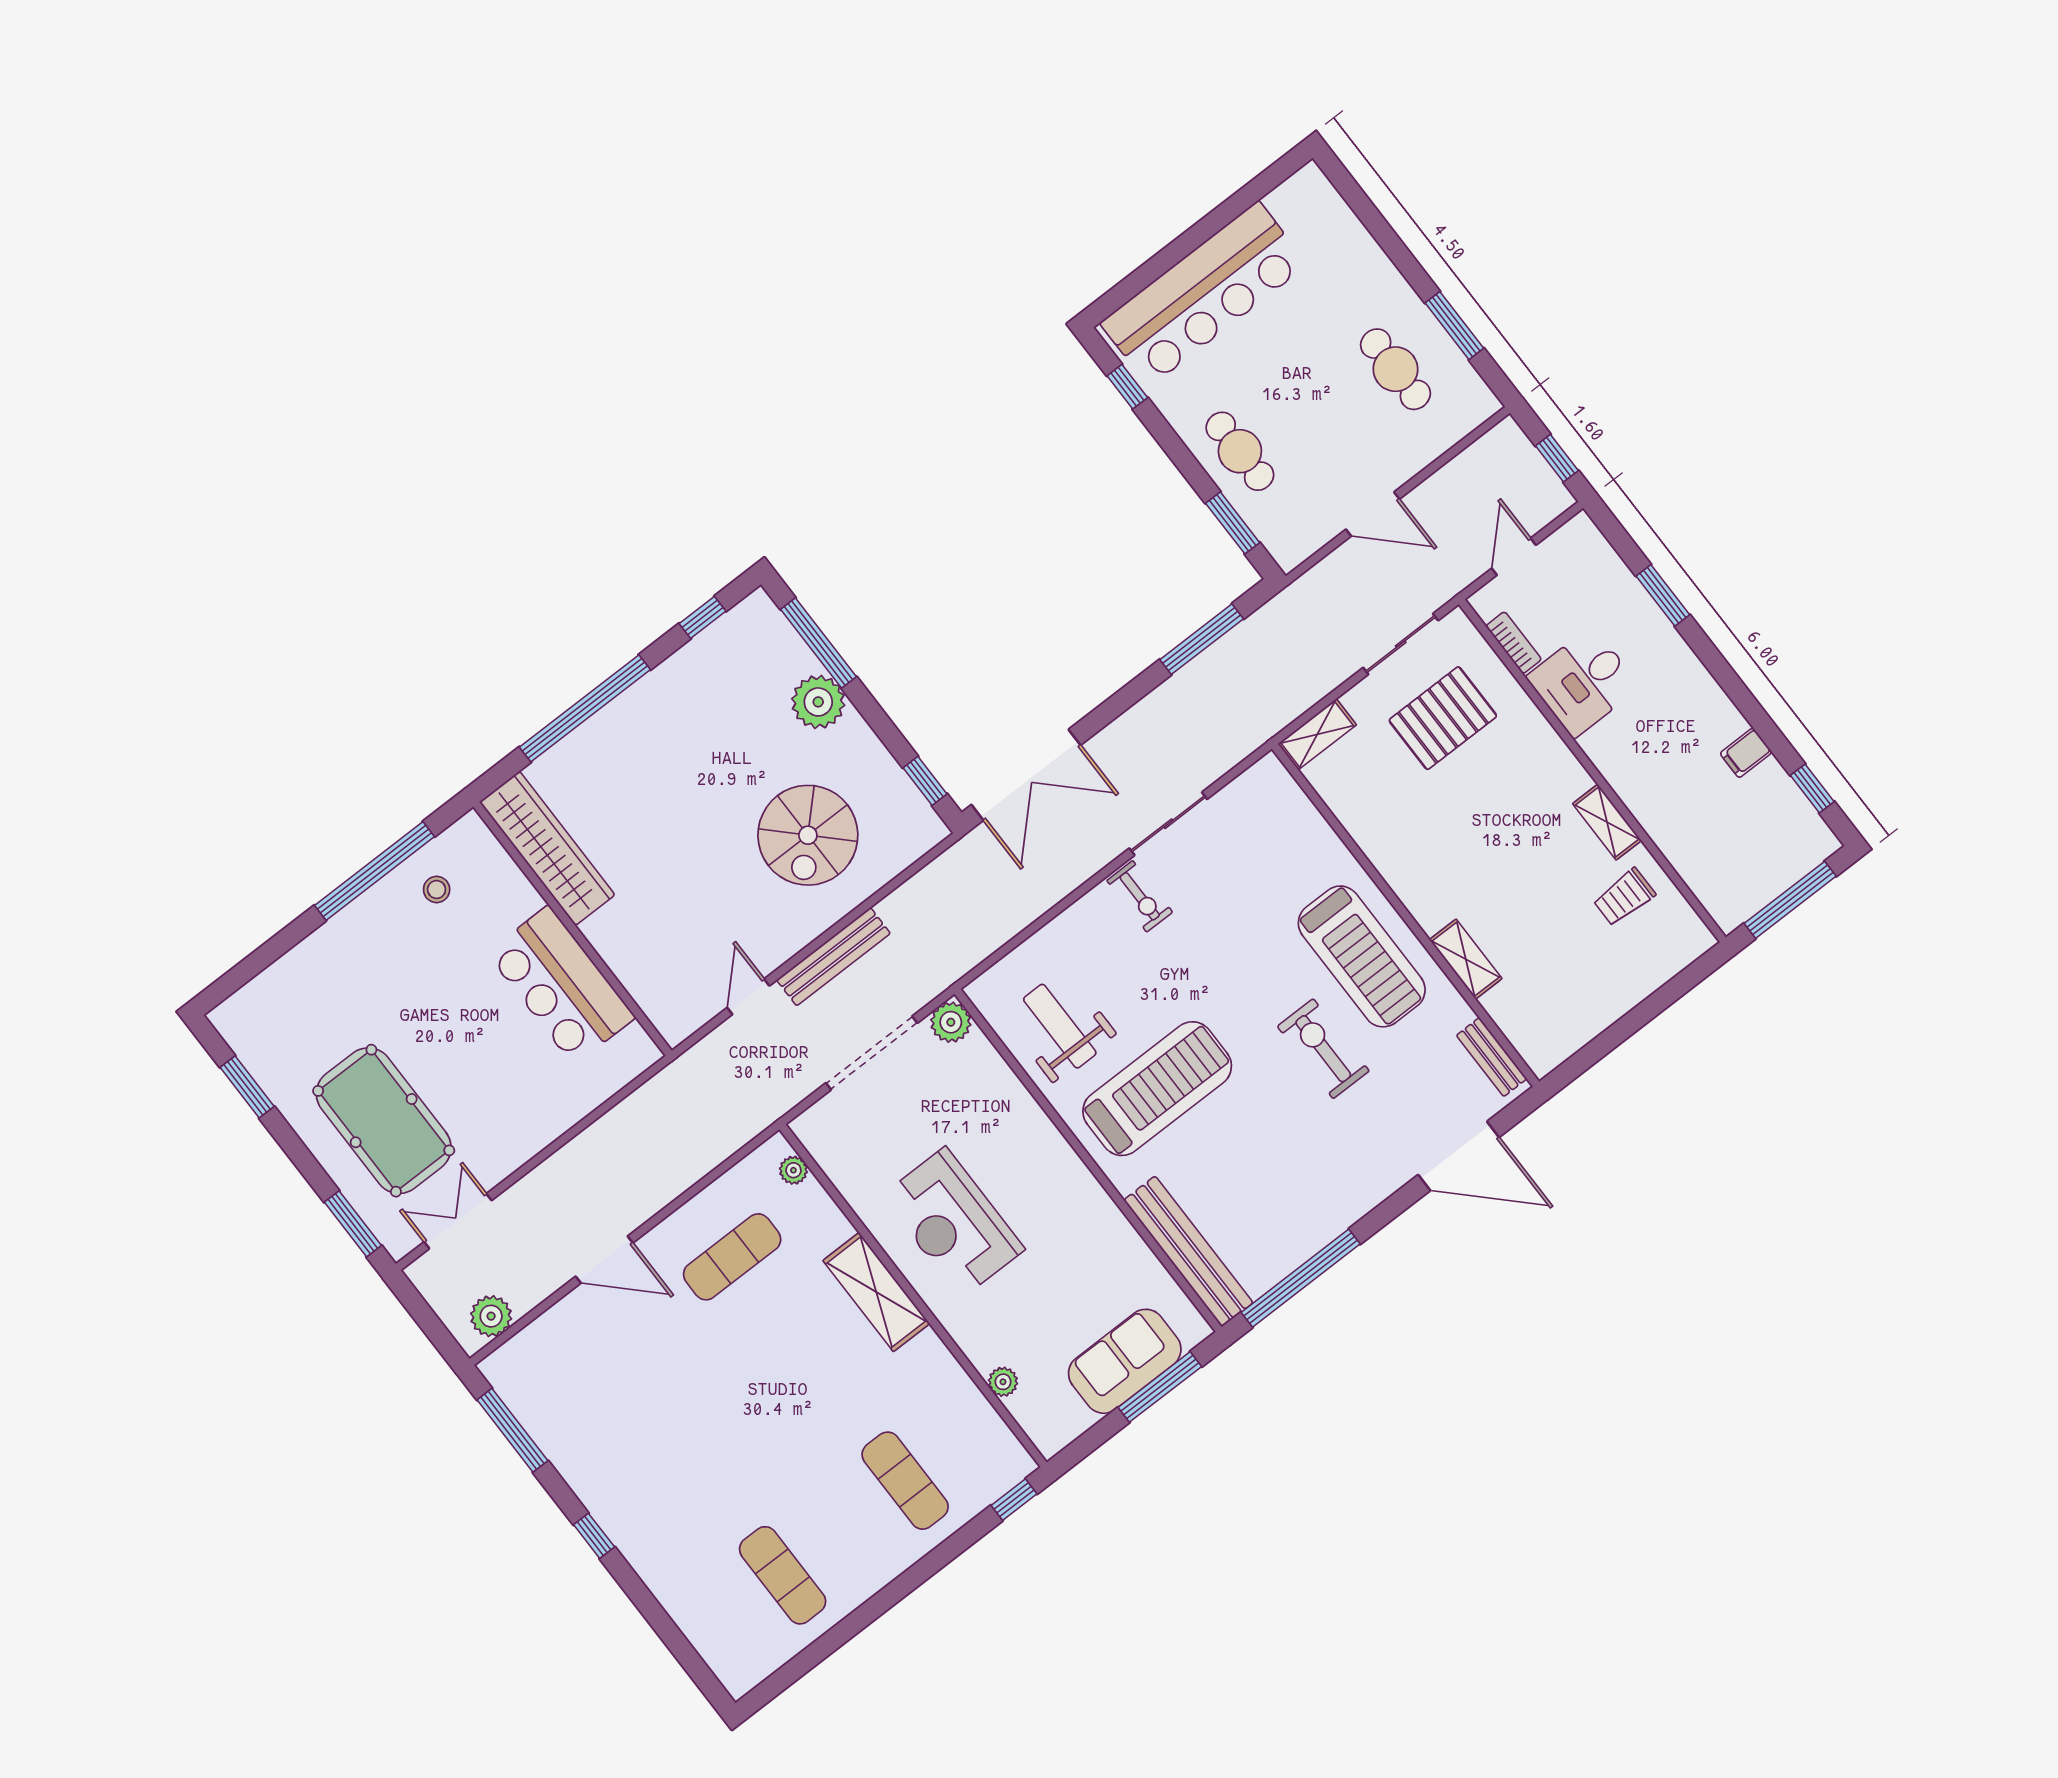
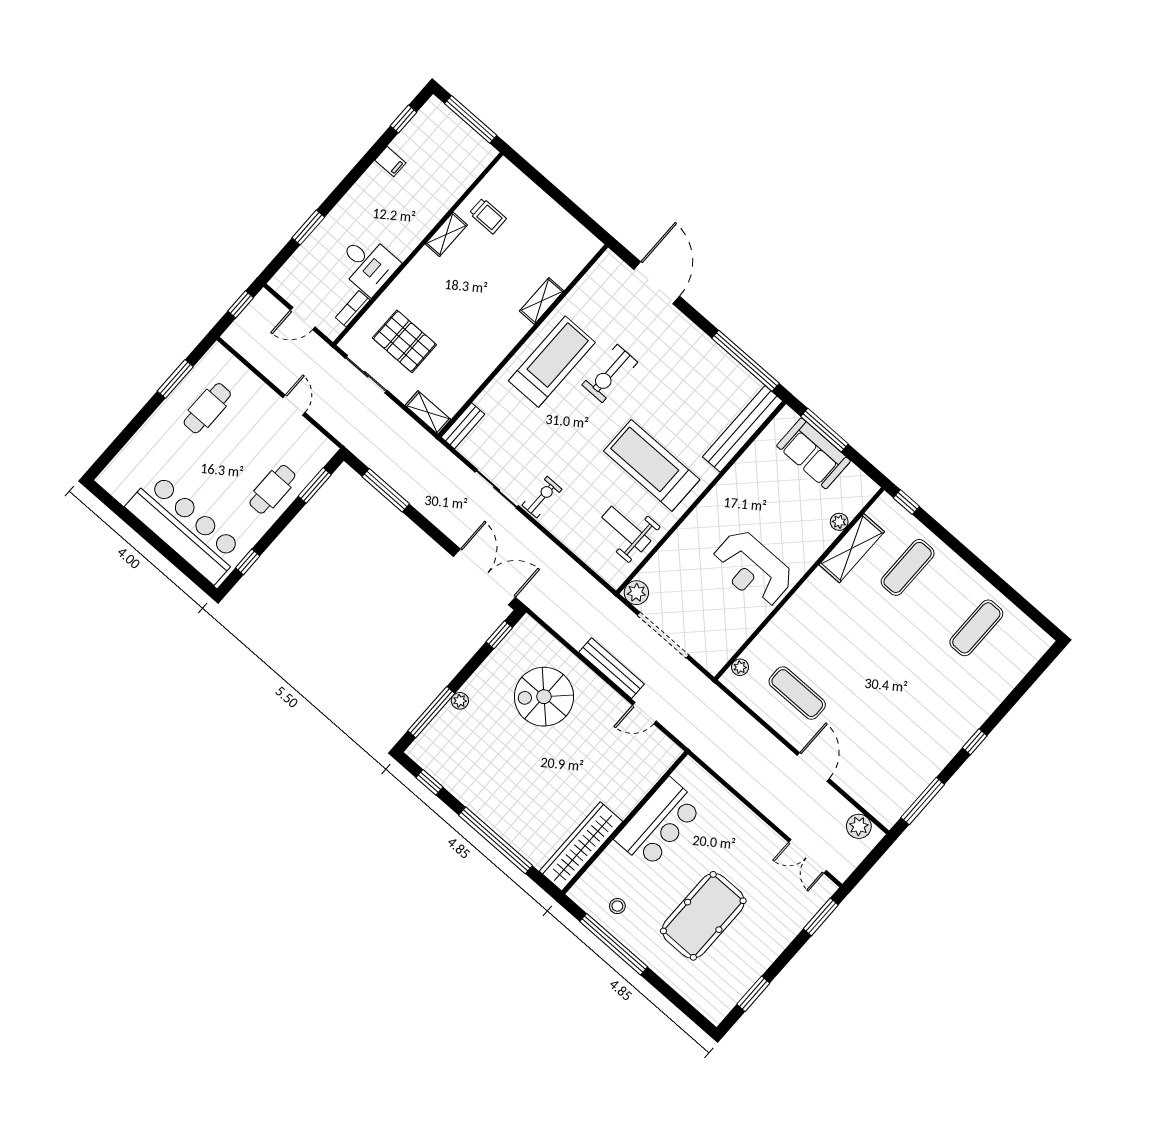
door: (1373, 514) -> (294, 405), width x0.73
plant: (818, 702) -> (460, 701), width x0.53, depth x0.53
spiral stairs: (808, 835) -> (544, 697), turned 180
weight bench: (1060, 1026) -> (626, 529), turned 90
bench: (1492, 1057) -> (463, 426), moved
pool table: (384, 1121) -> (703, 916), moved
reception desk: (953, 1223) -> (752, 569), turned 90
shelving: (876, 1292) -> (852, 548), moved

